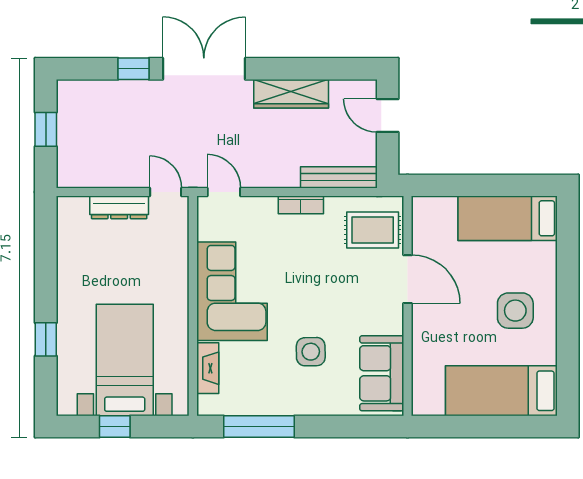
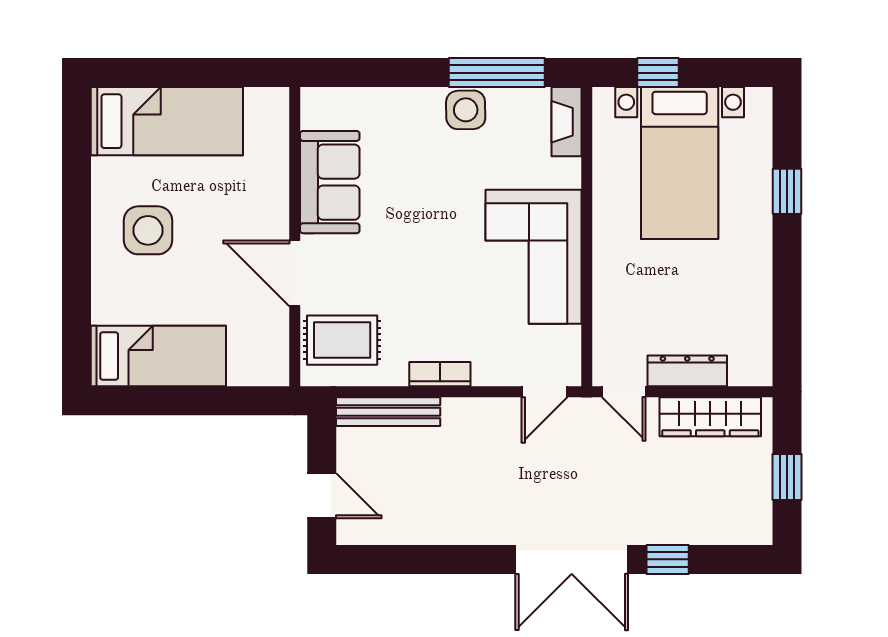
wardrobe: (291, 94) -> (710, 417), moved, turned 180
door: (224, 192) -> (545, 392), hinge flipped
side table: (311, 352) -> (466, 110), moved
fireplace: (208, 368) -> (567, 122), moved
sofa: (382, 373) -> (330, 182), moved
window: (115, 427) -> (658, 73), moved

